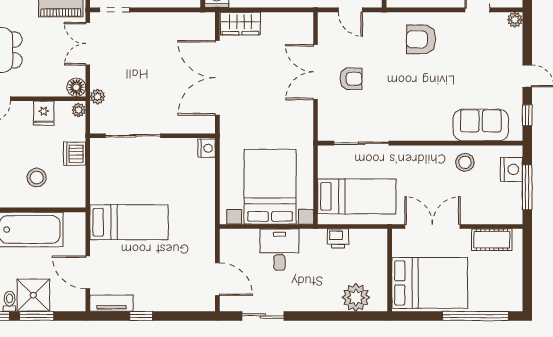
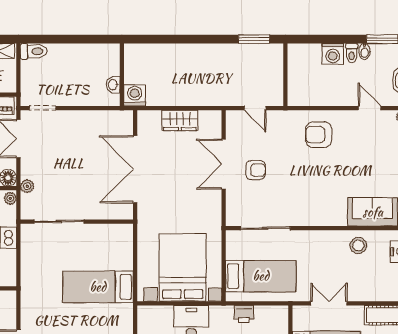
wardrobe: (240, 24) -> (180, 120), moved
nightstand: (207, 148) -> (126, 233), removed
bed: (129, 222) -> (98, 287), moved, turned 180
double door: (432, 227) -> (329, 303), width x0.73

